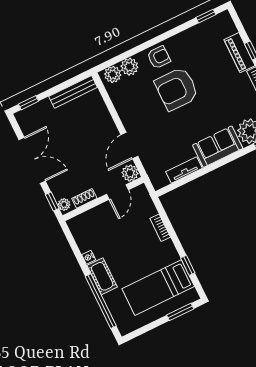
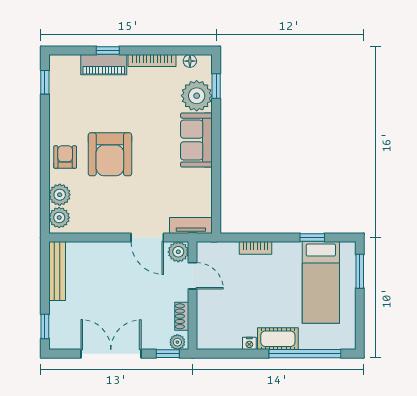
tv unit: (184, 170) -> (191, 225), moved, turned 90

